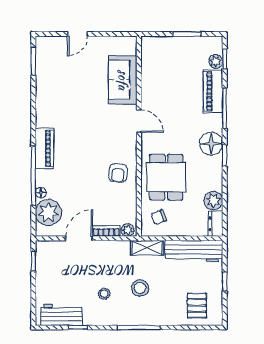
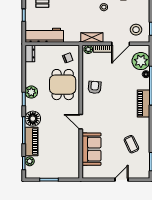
coffee table: (63, 87) -> (131, 144), added
floor lamp: (211, 144) -> (33, 119), moved
plant: (213, 201) -> (31, 92), moved
shelving: (147, 248) -> (92, 38), moved
stool: (140, 288) -> (136, 30), moved

